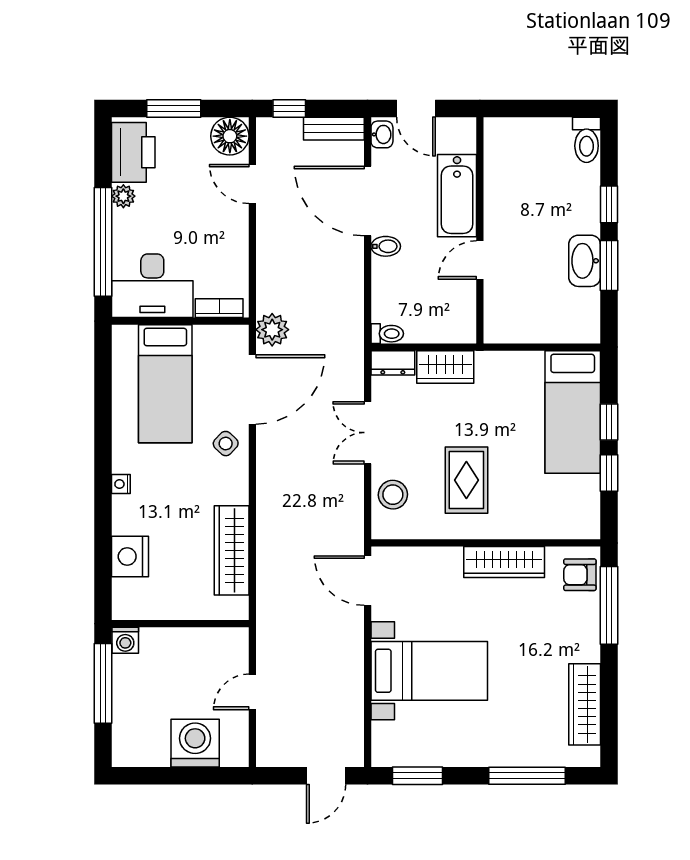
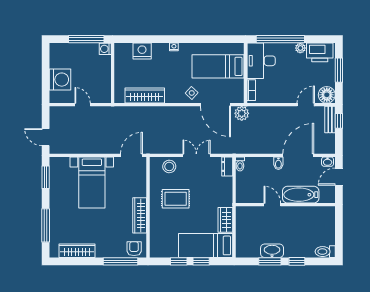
bench: (334, 129) -> (330, 119), moved
wardrobe: (445, 367) -> (225, 220), moved

